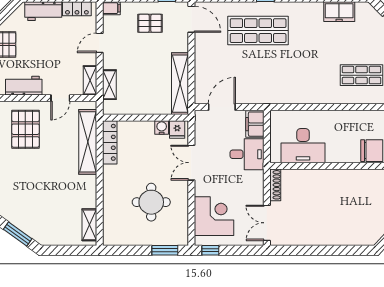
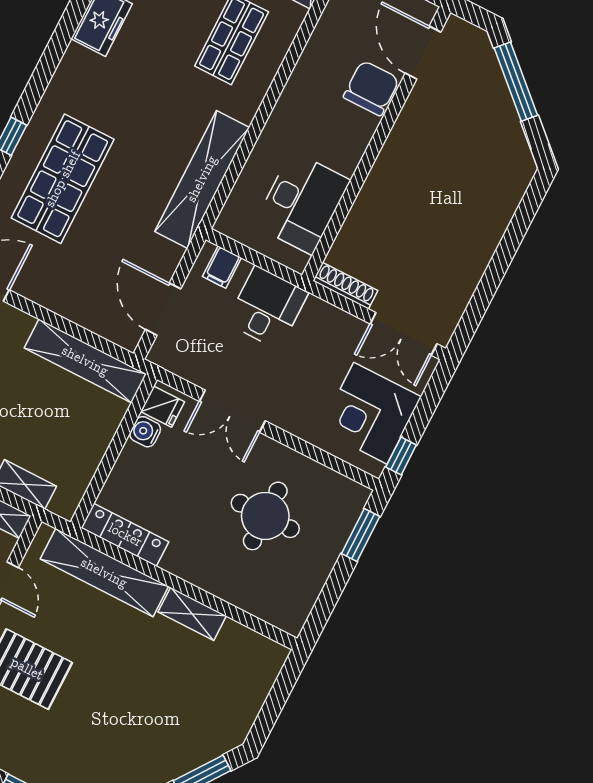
shelving: (290, 95) -> (202, 179), added
filing cabinet: (255, 124) -> (222, 267), width x0.50
corner desk: (214, 216) -> (370, 413), moved, turned -90
shelving: (89, 225) -> (192, 614), moved

